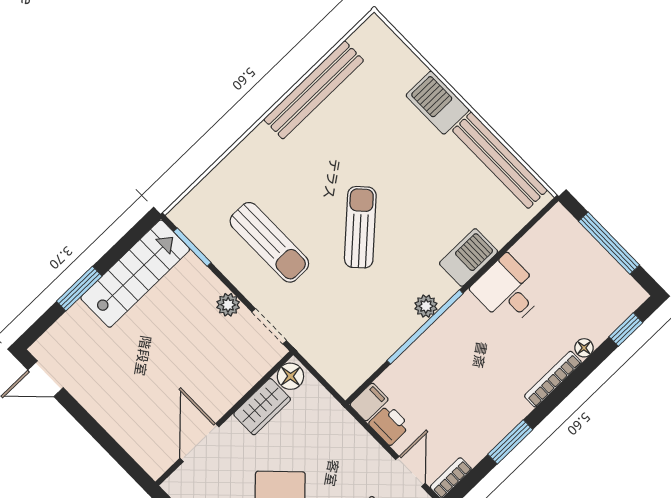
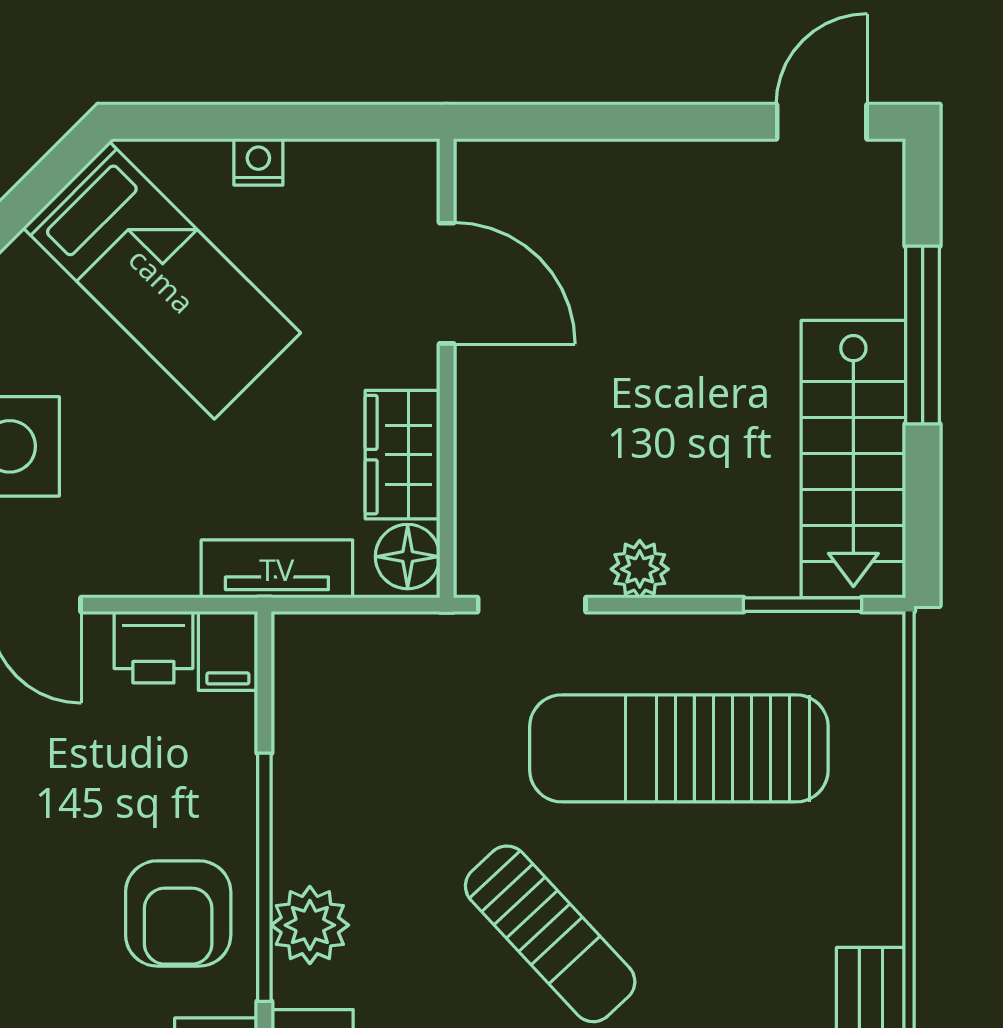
sun lounger: (269, 242) -> (679, 748), width x1.36, depth x1.34
window: (79, 289) -> (923, 335), width x1.44
plant: (426, 306) -> (310, 925), width x1.38, depth x1.38
armchair: (460, 342) -> (178, 913), added
tv unit: (331, 411) -> (277, 569), added

